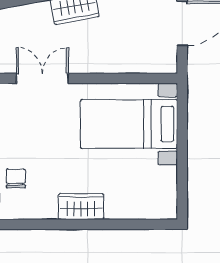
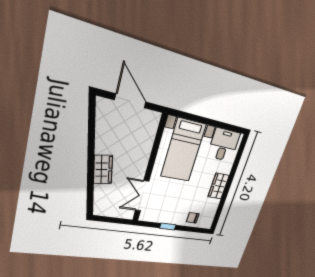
desk: (152, 190) -> (224, 145), added

